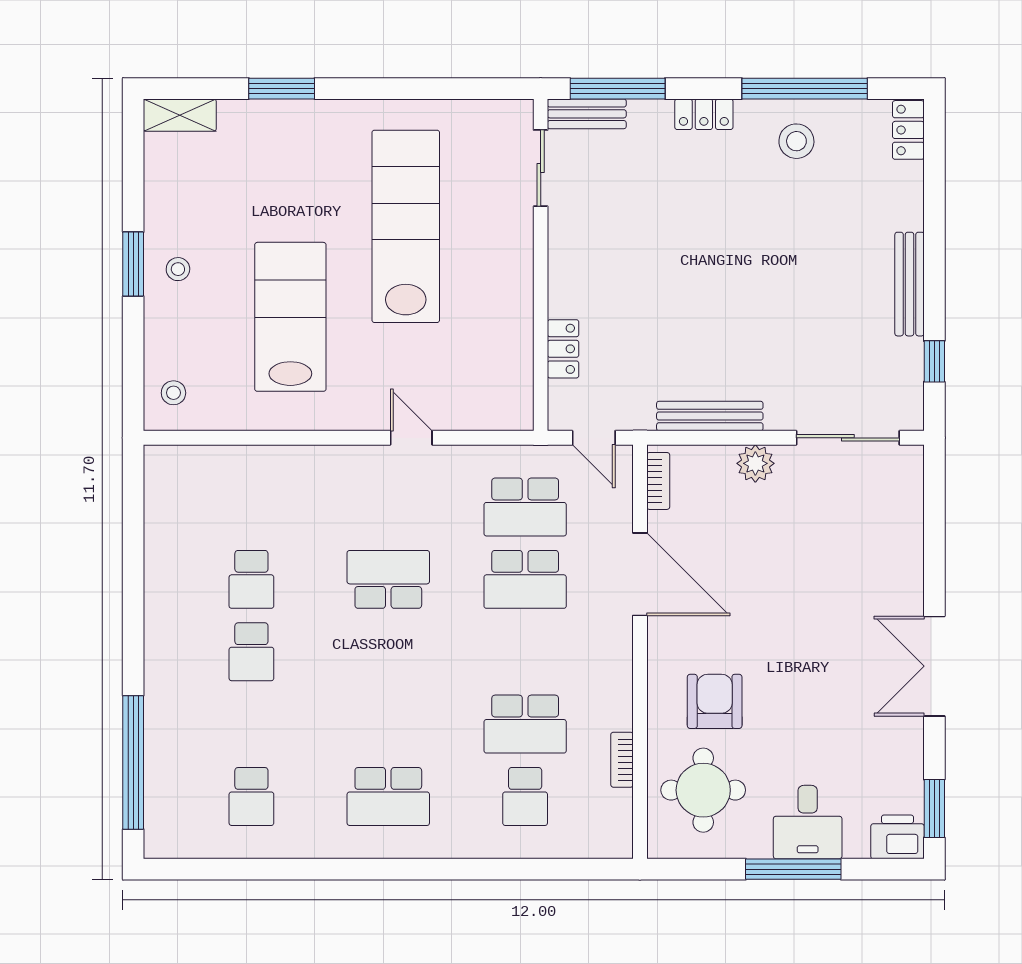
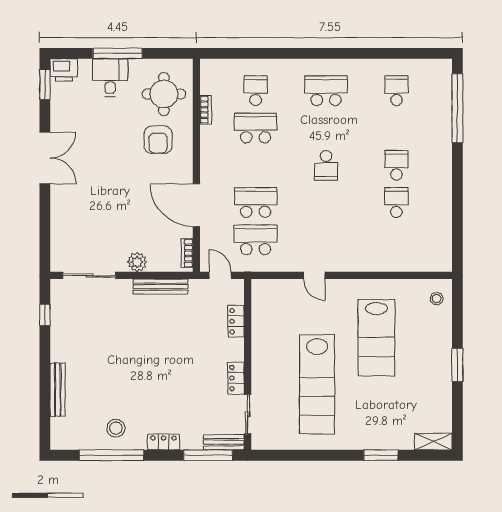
locker: (908, 130) -> (236, 378), moved, turned 180
stool: (178, 269) -> (434, 362), removed
bench: (910, 284) -> (58, 390), moved
school desk: (388, 579) -> (326, 165), moved, width x0.54

